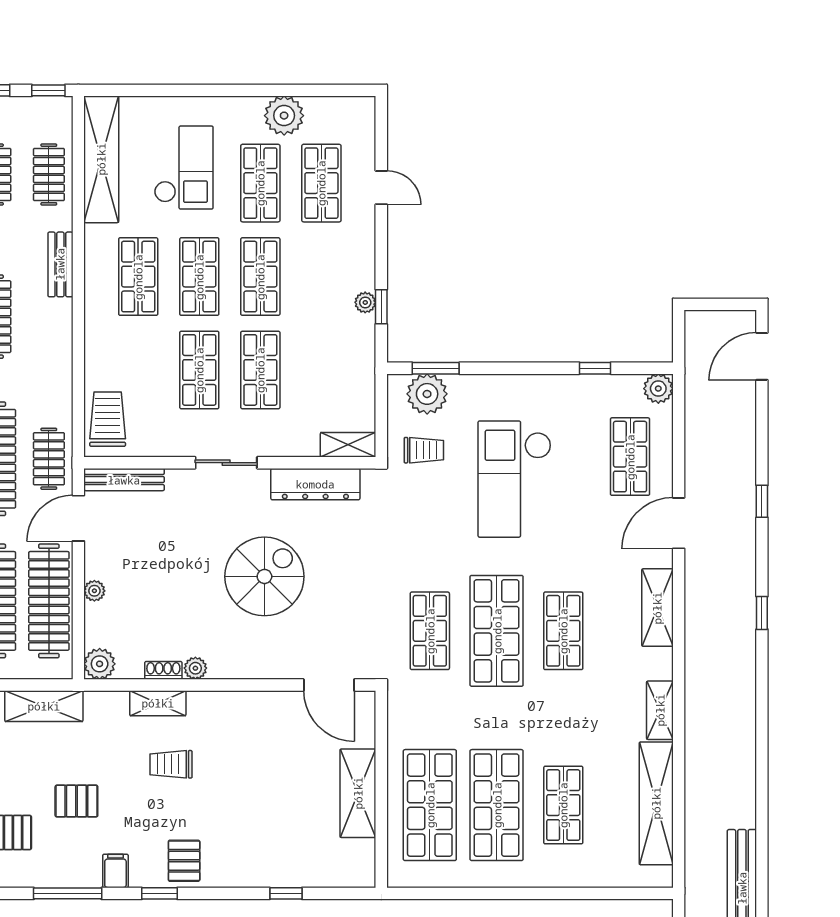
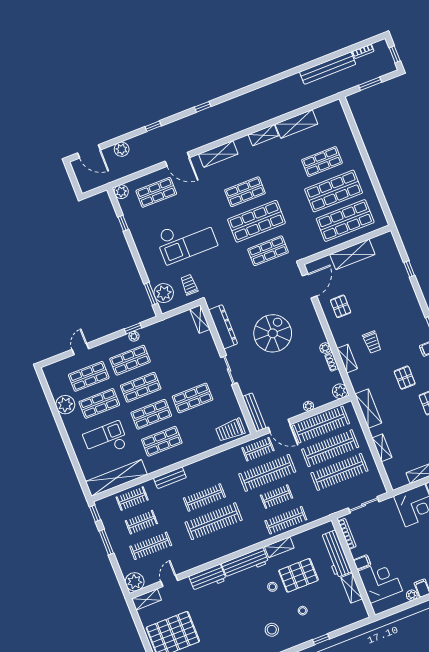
shop shelf: (260, 370) -> (130, 360), moved
plant: (741, 422) -> (122, 149), added
spiral stairs: (264, 576) -> (273, 333), turned 90
shelving: (656, 803) -> (296, 124), width x0.68
pallet: (184, 861) -> (341, 306), moved, turned 90

